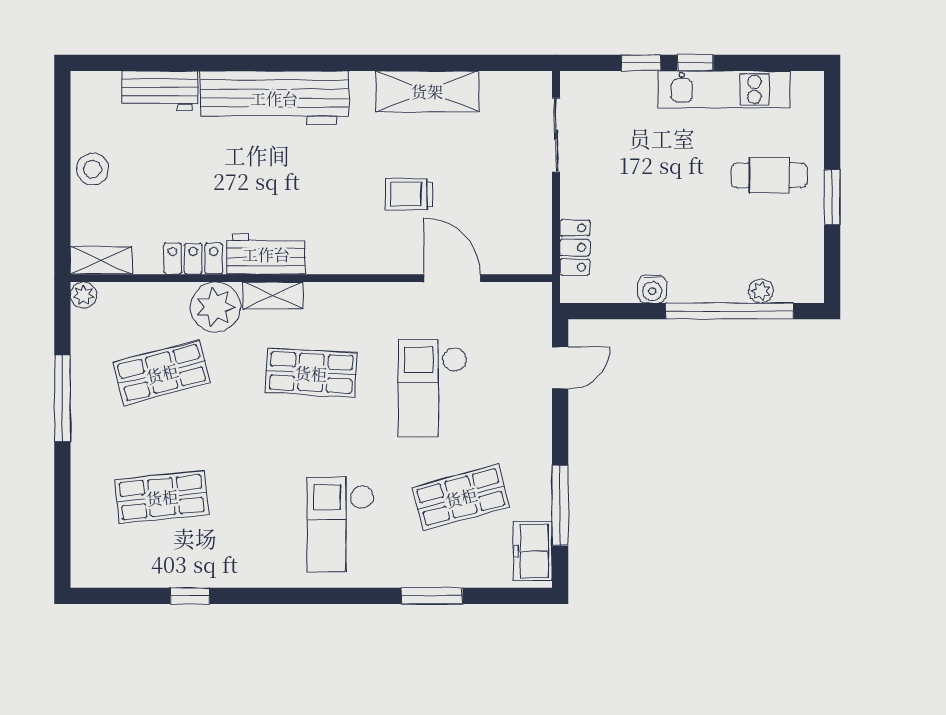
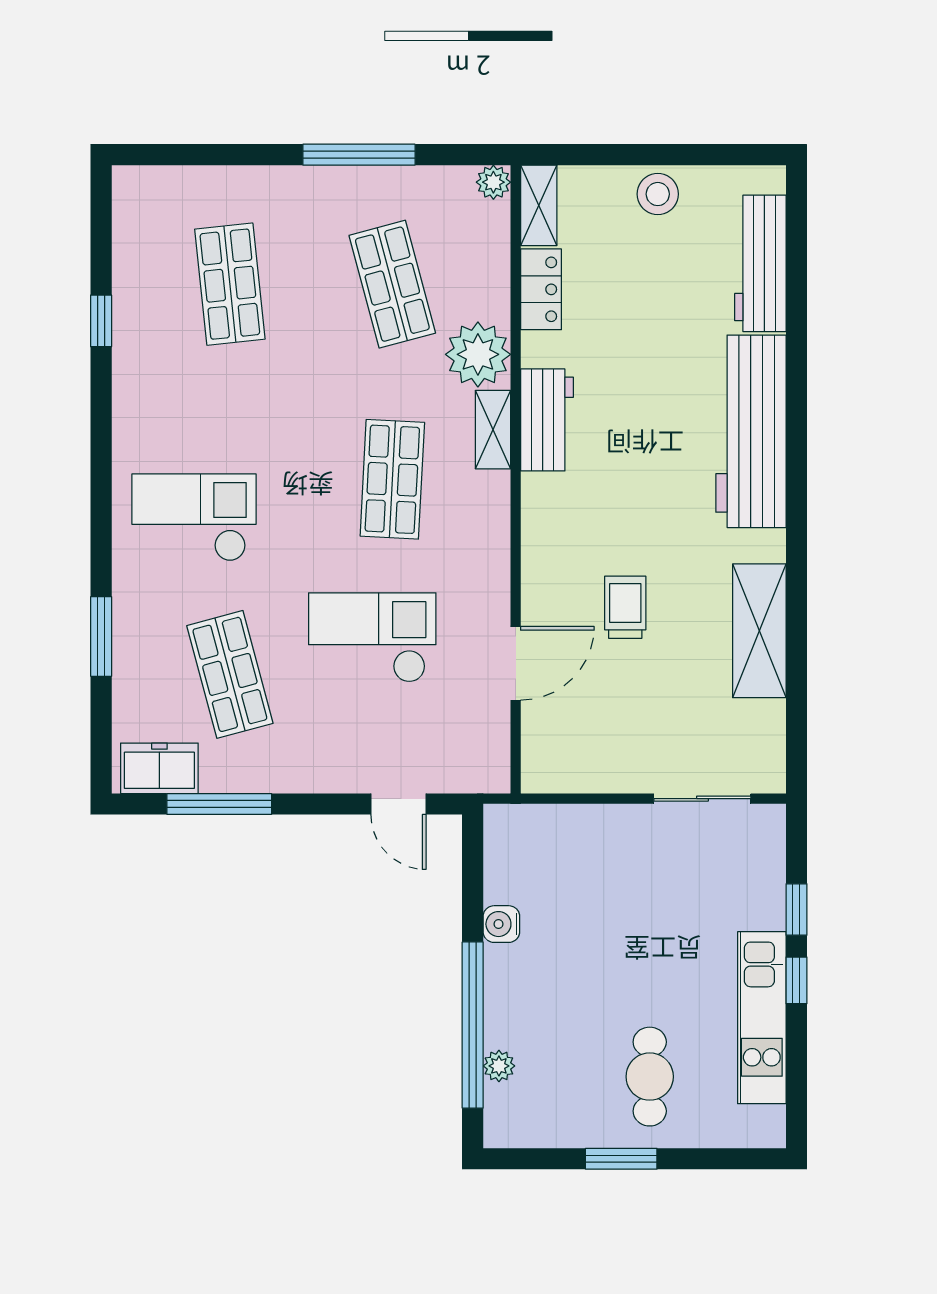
workbench: (160, 90) -> (760, 263), width x1.37
locker: (575, 248) -> (555, 823), removed
locker: (193, 259) -> (541, 289), moved

